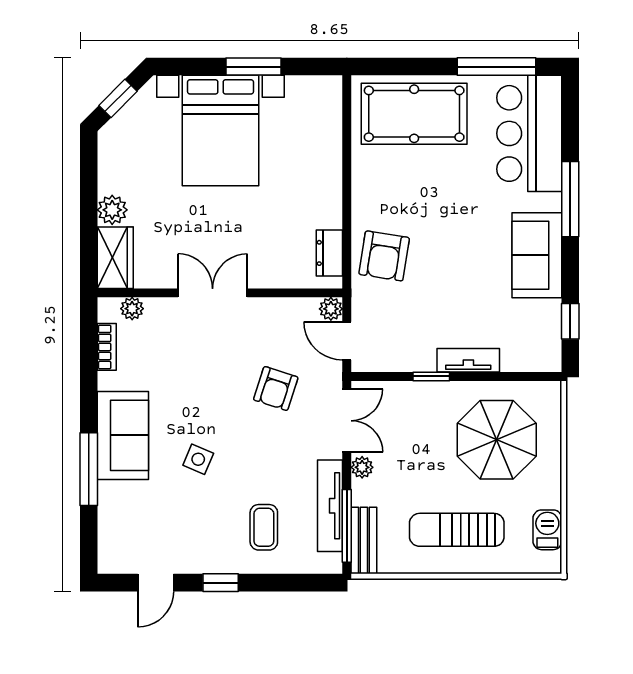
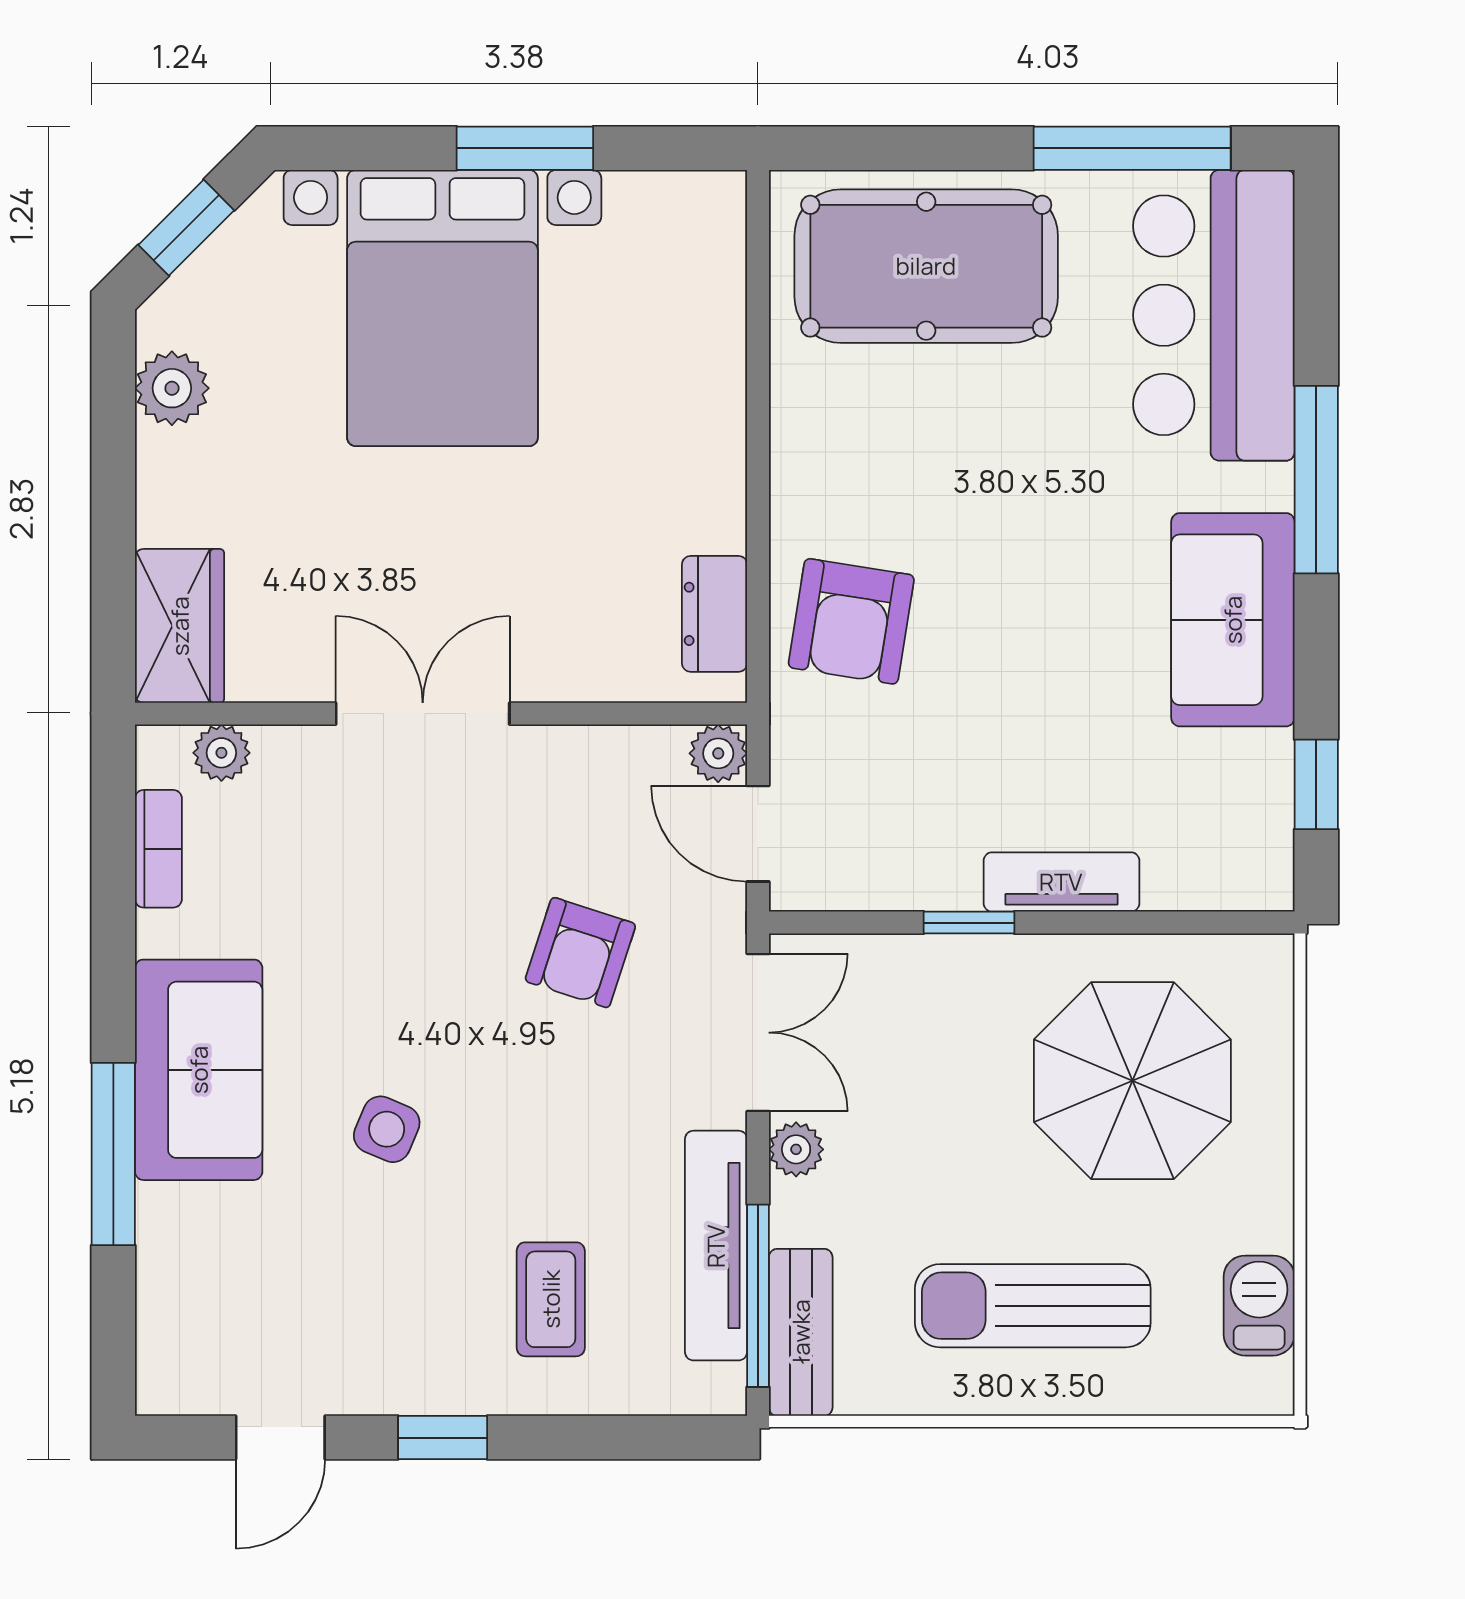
plant: (112, 210) -> (172, 388), moved

